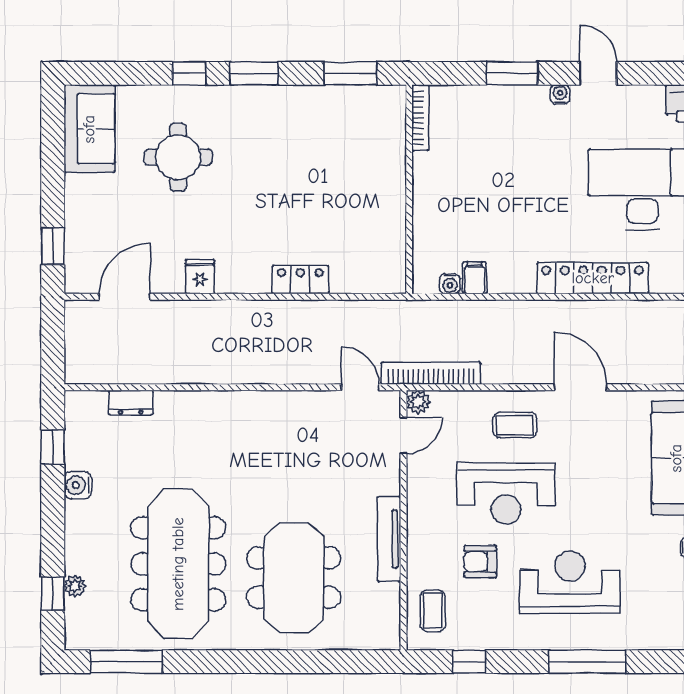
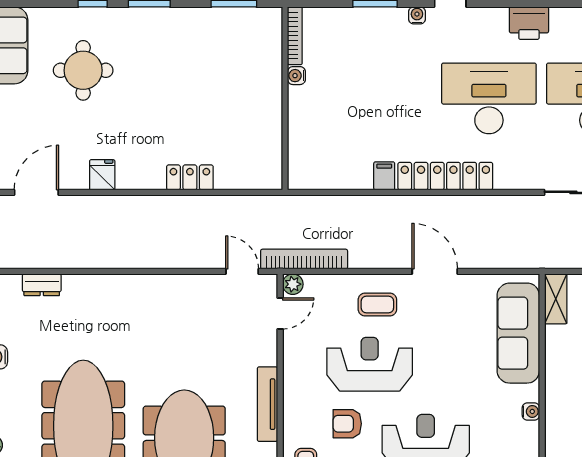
filing cabinet: (475, 278) -> (384, 176), moved
water cooler: (450, 284) -> (296, 76), moved, turned 90
reception desk: (506, 493) -> (370, 364), turned 180

